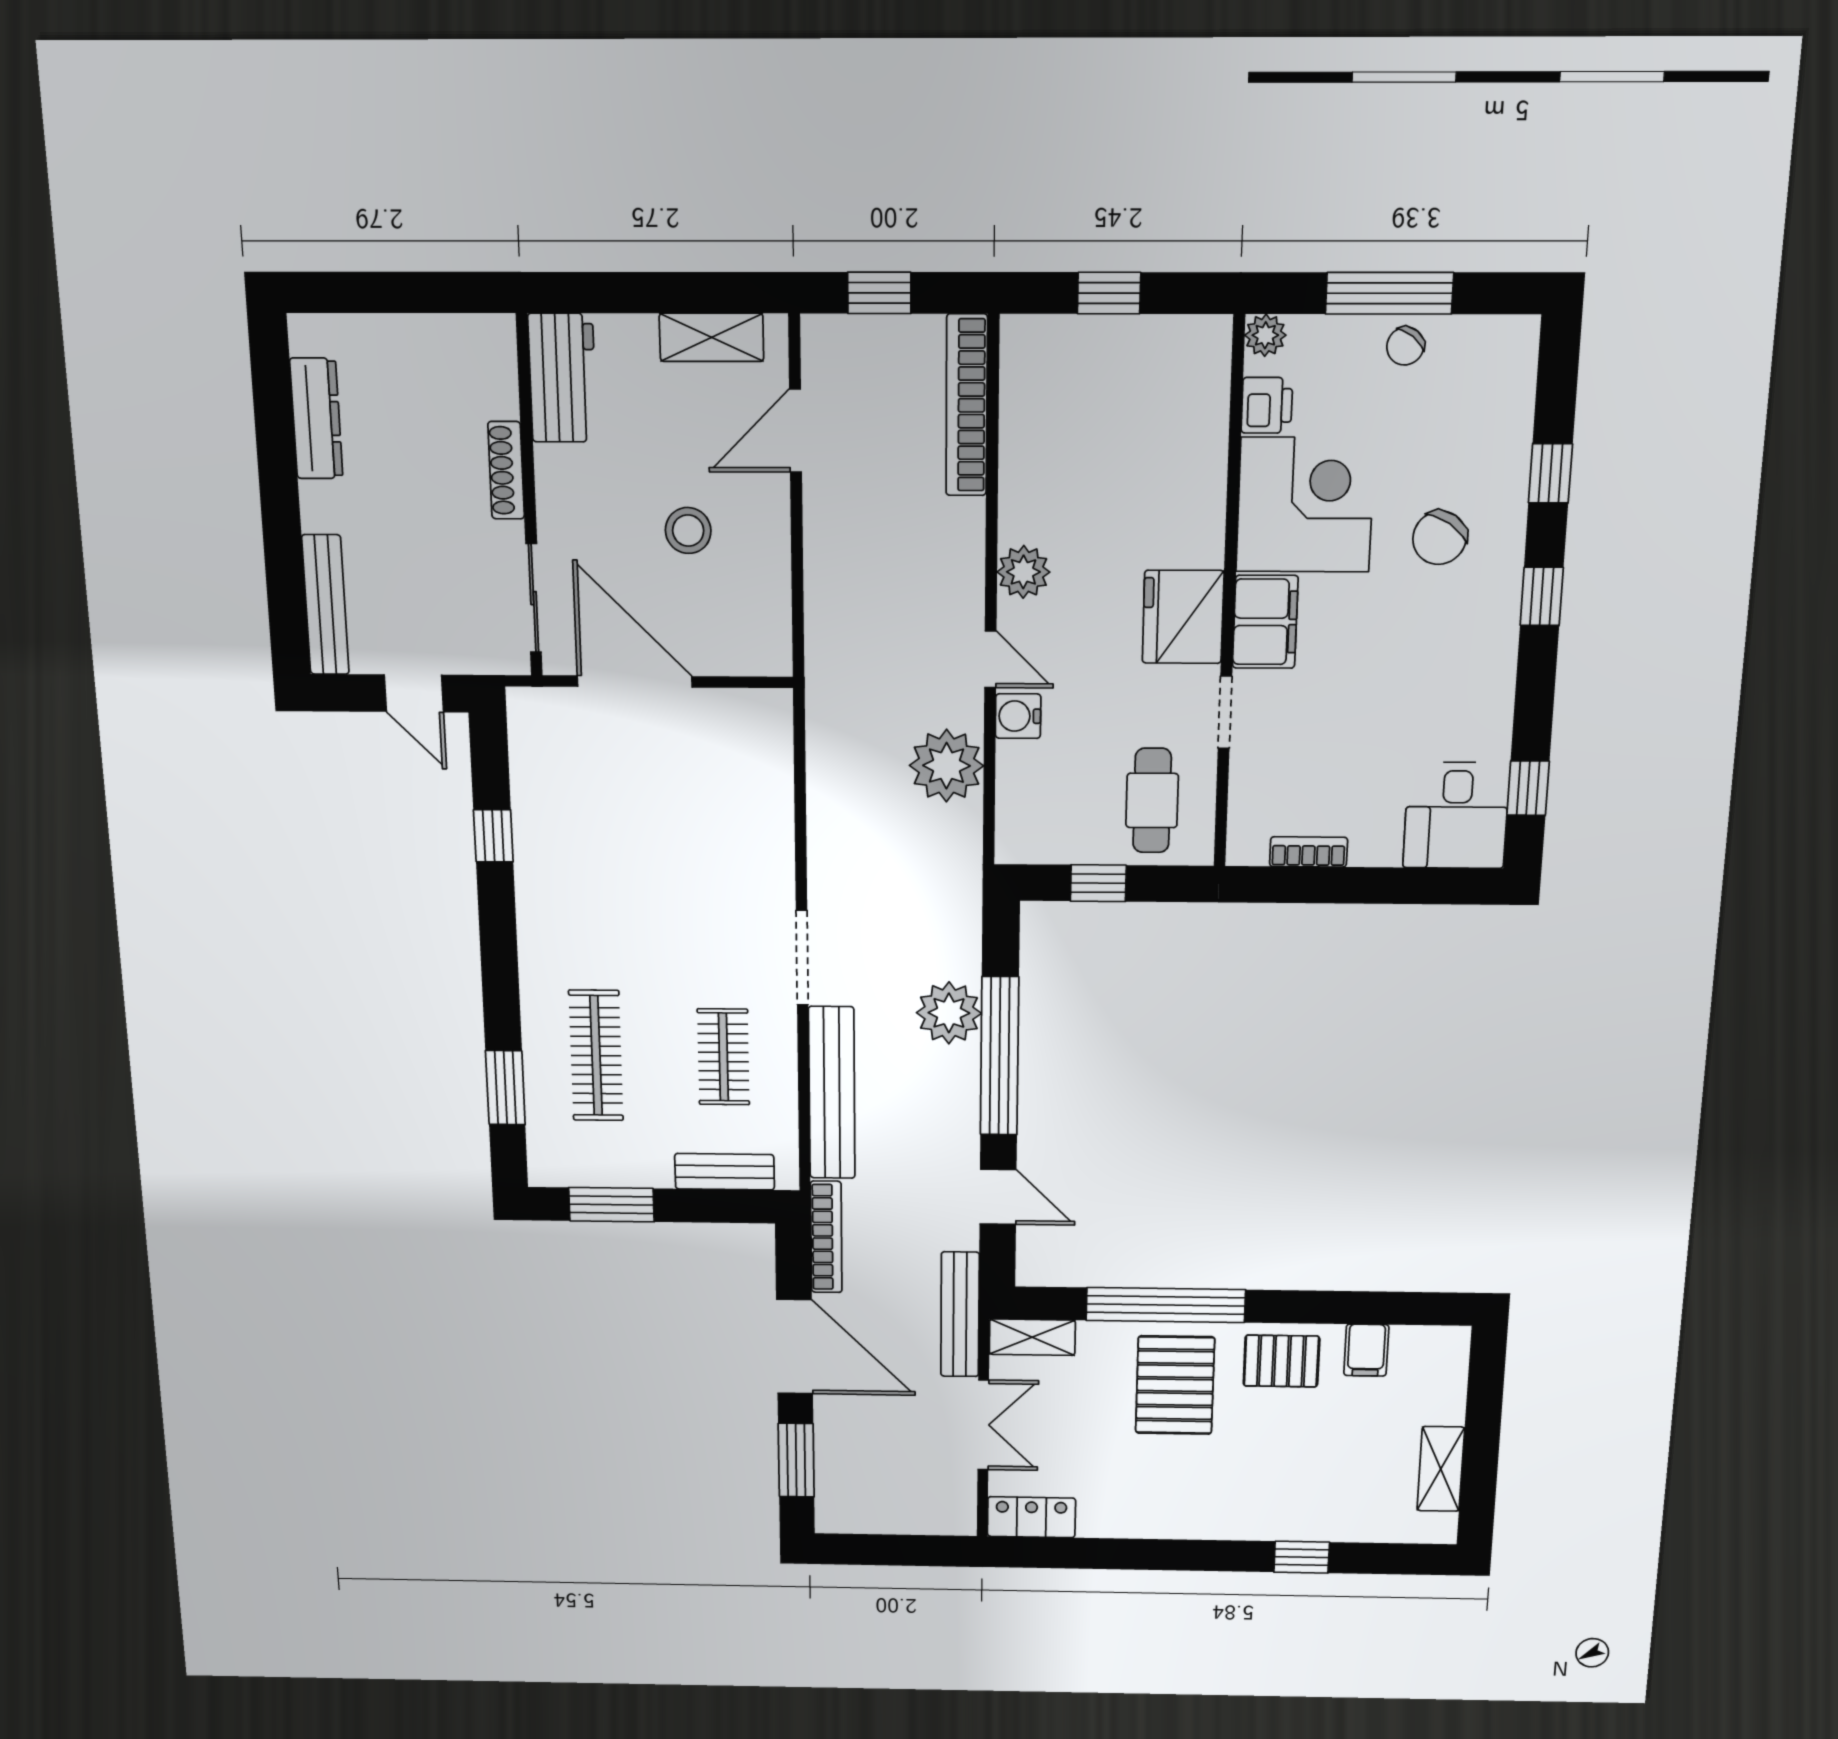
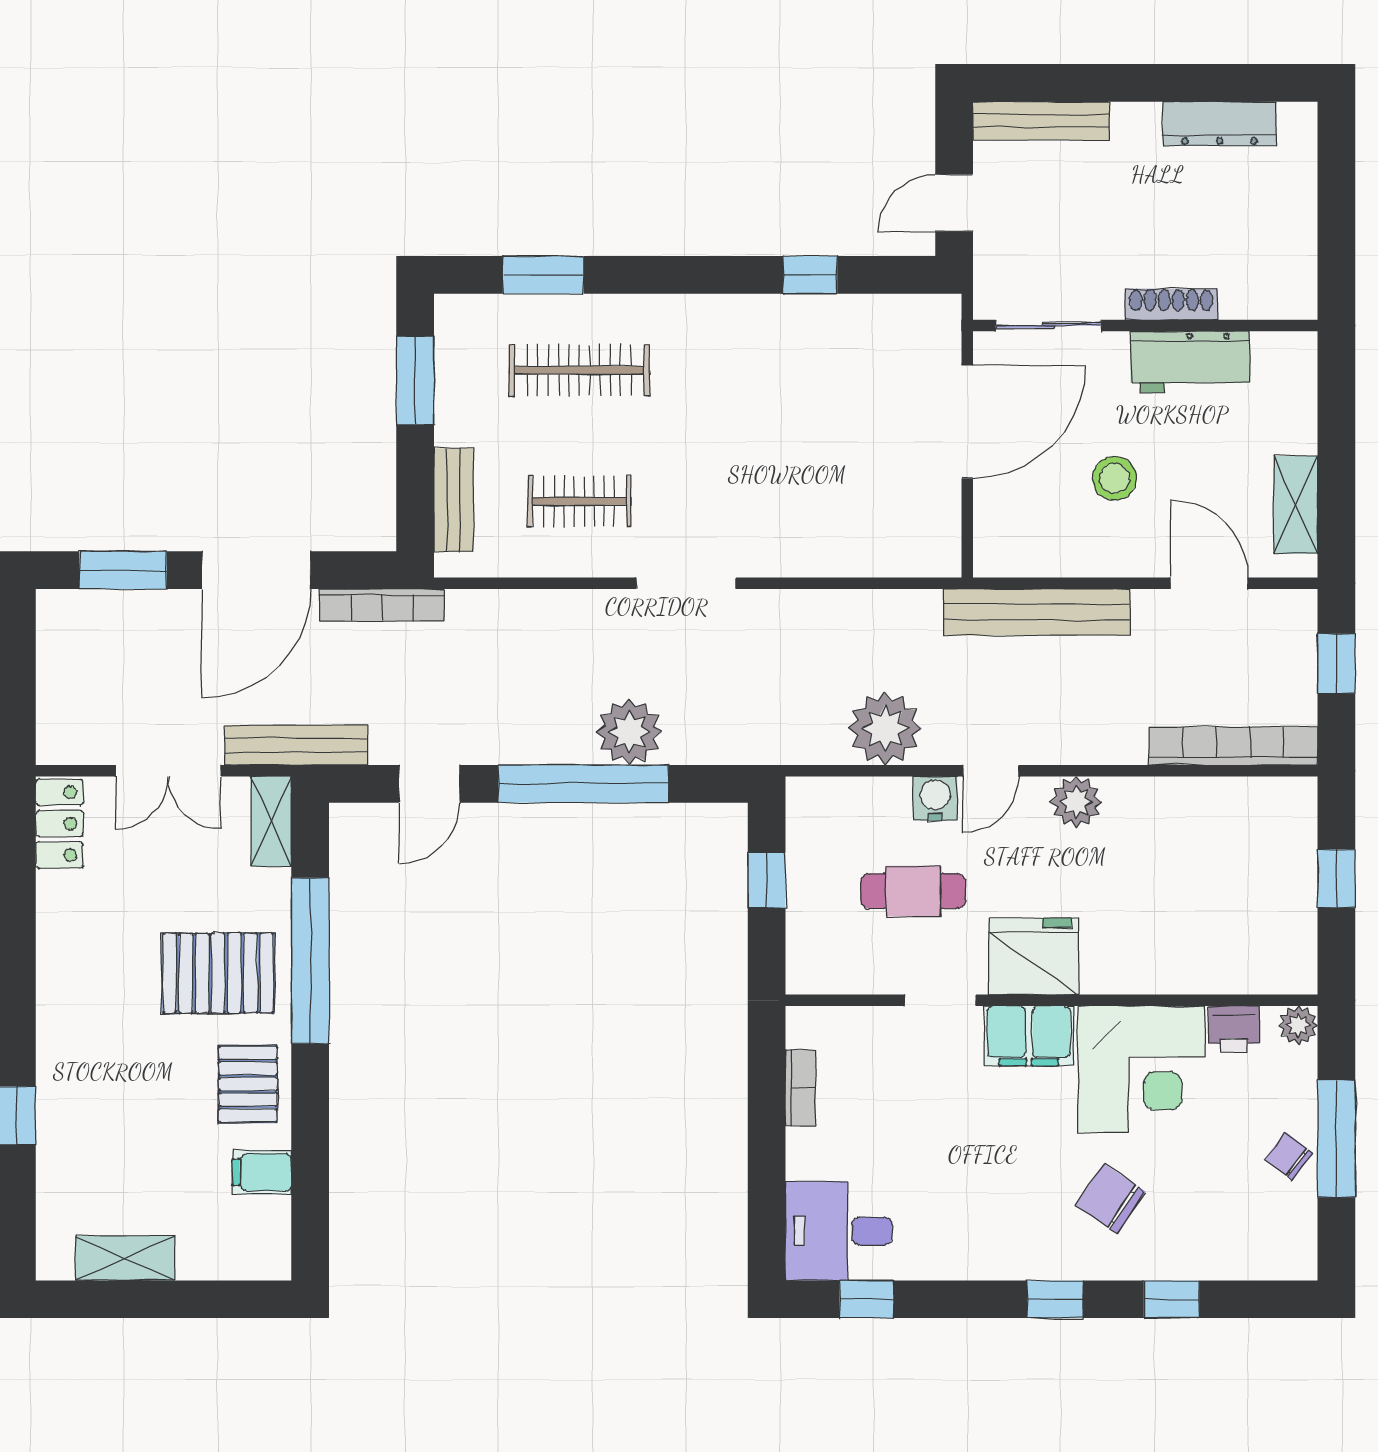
workbench: (562, 378) -> (1190, 362), moved
cafe table: (1152, 800) -> (913, 891), moved
bench: (832, 1093) -> (1037, 612), moved

